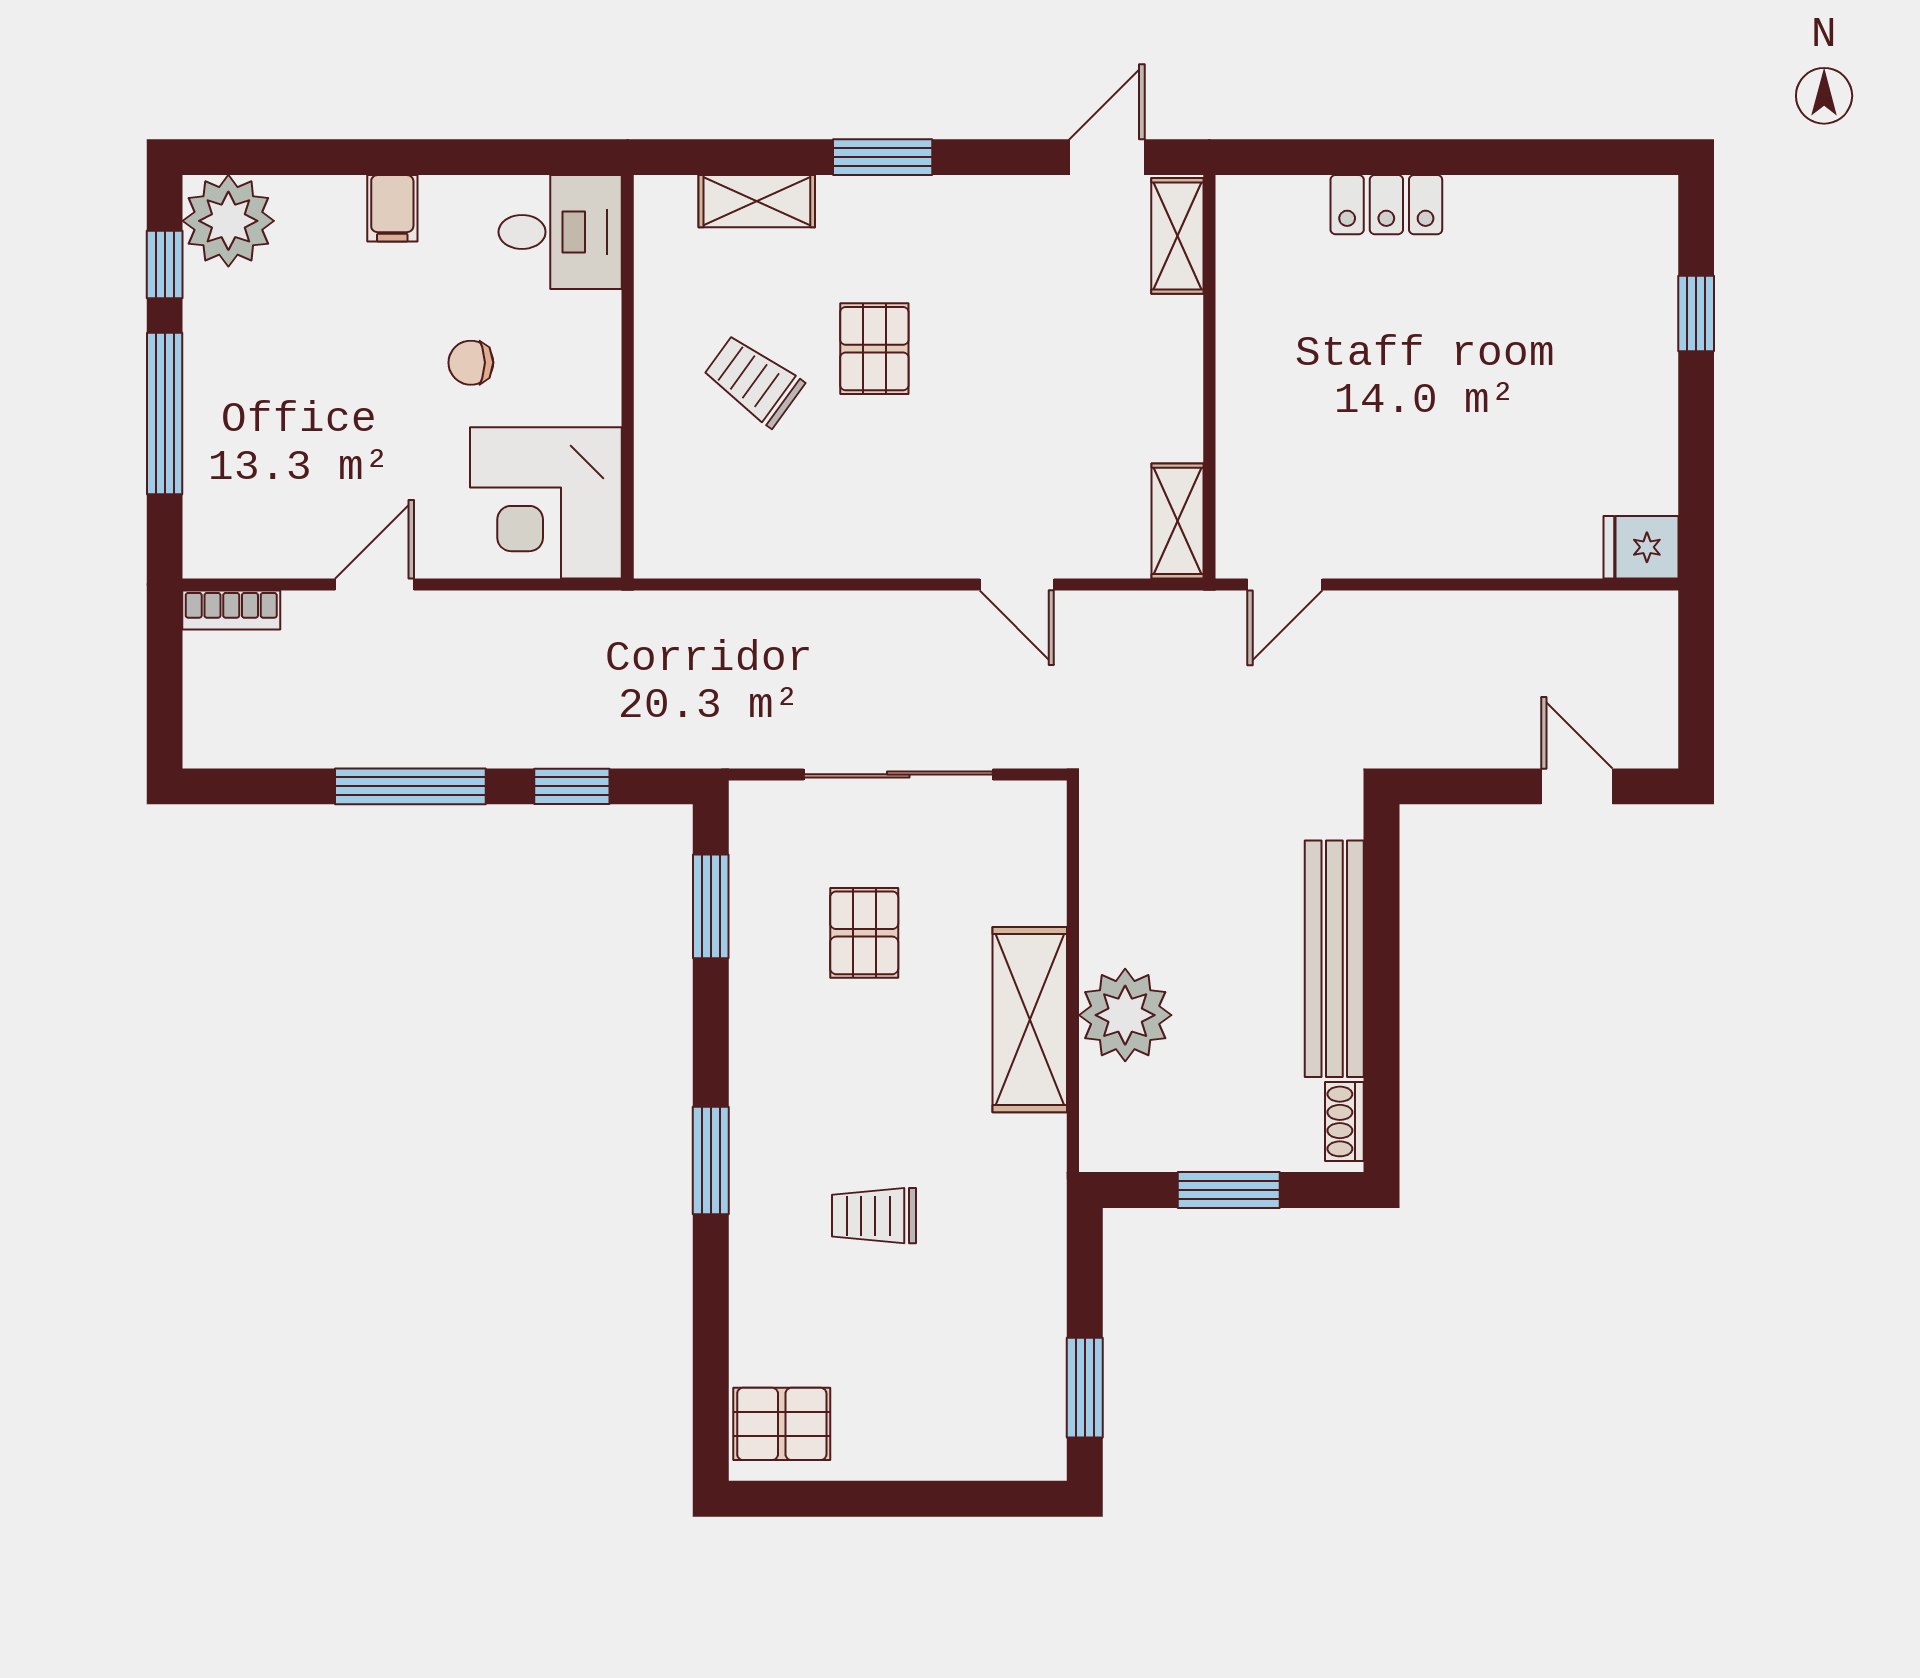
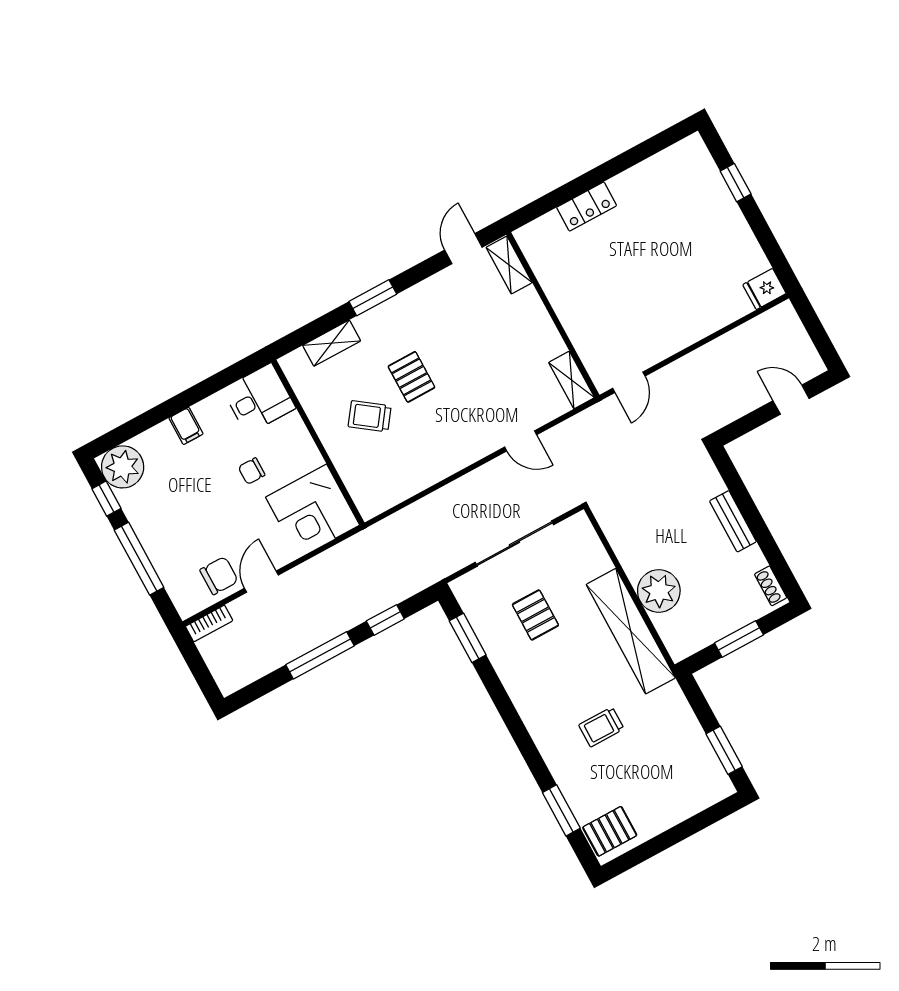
chair: (300, 529) -> (219, 576), added
bench: (1334, 959) -> (733, 521), width x0.54, depth x0.82
shelving: (1030, 1020) -> (631, 631), width x1.47
window: (711, 1160) -> (561, 810), moved

